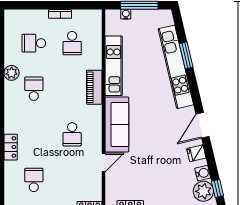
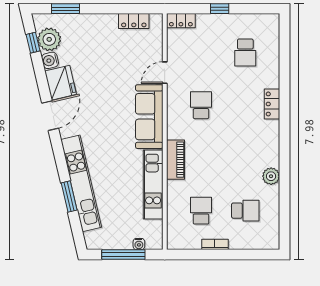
school desk: (34, 89) -> (245, 158), removed
locker: (11, 147) -> (272, 104), moved
fridge: (196, 153) -> (61, 83), width x1.88, depth x1.34

